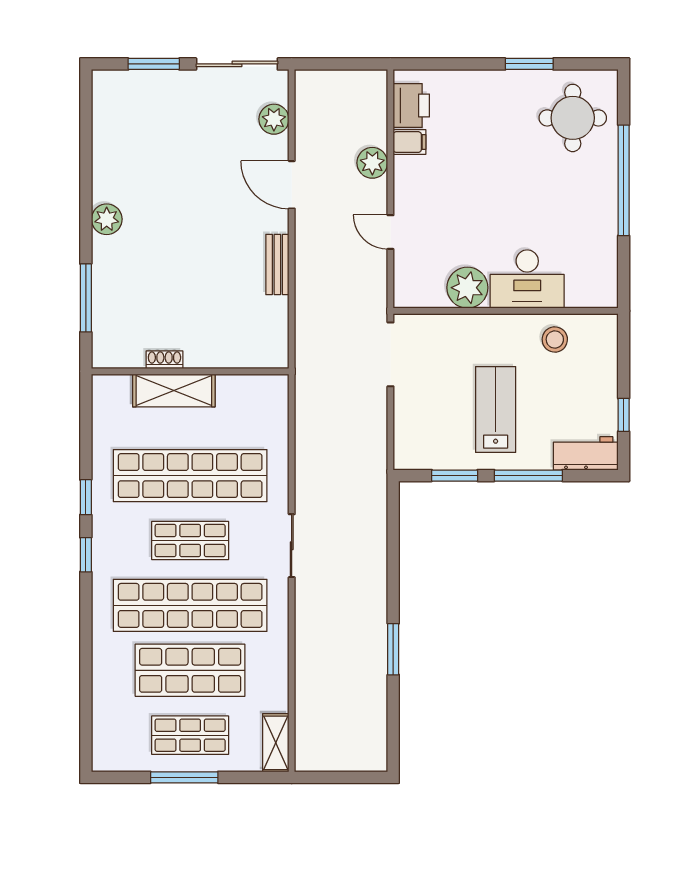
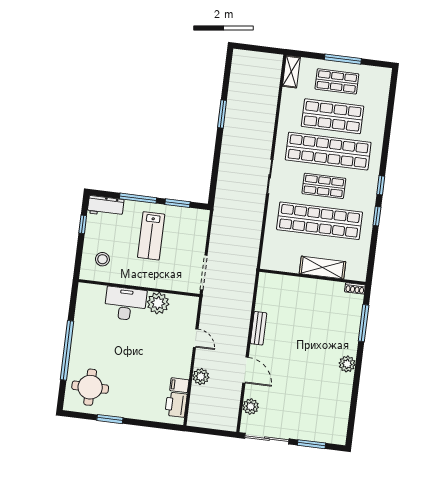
stool: (555, 339) -> (102, 259), moved
shoe rack: (164, 360) -> (355, 288), moved

